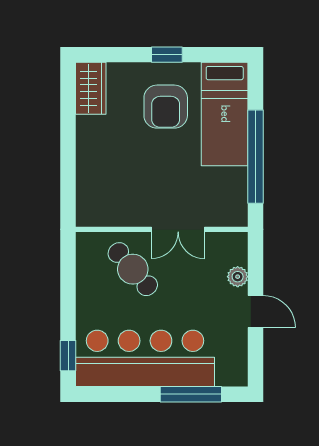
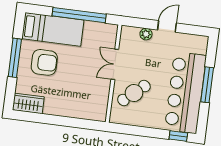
window: (167, 55) -> (15, 58), width x2.17
double door: (178, 229) -> (115, 64), swing flipped
window: (191, 394) -> (207, 85), moved

